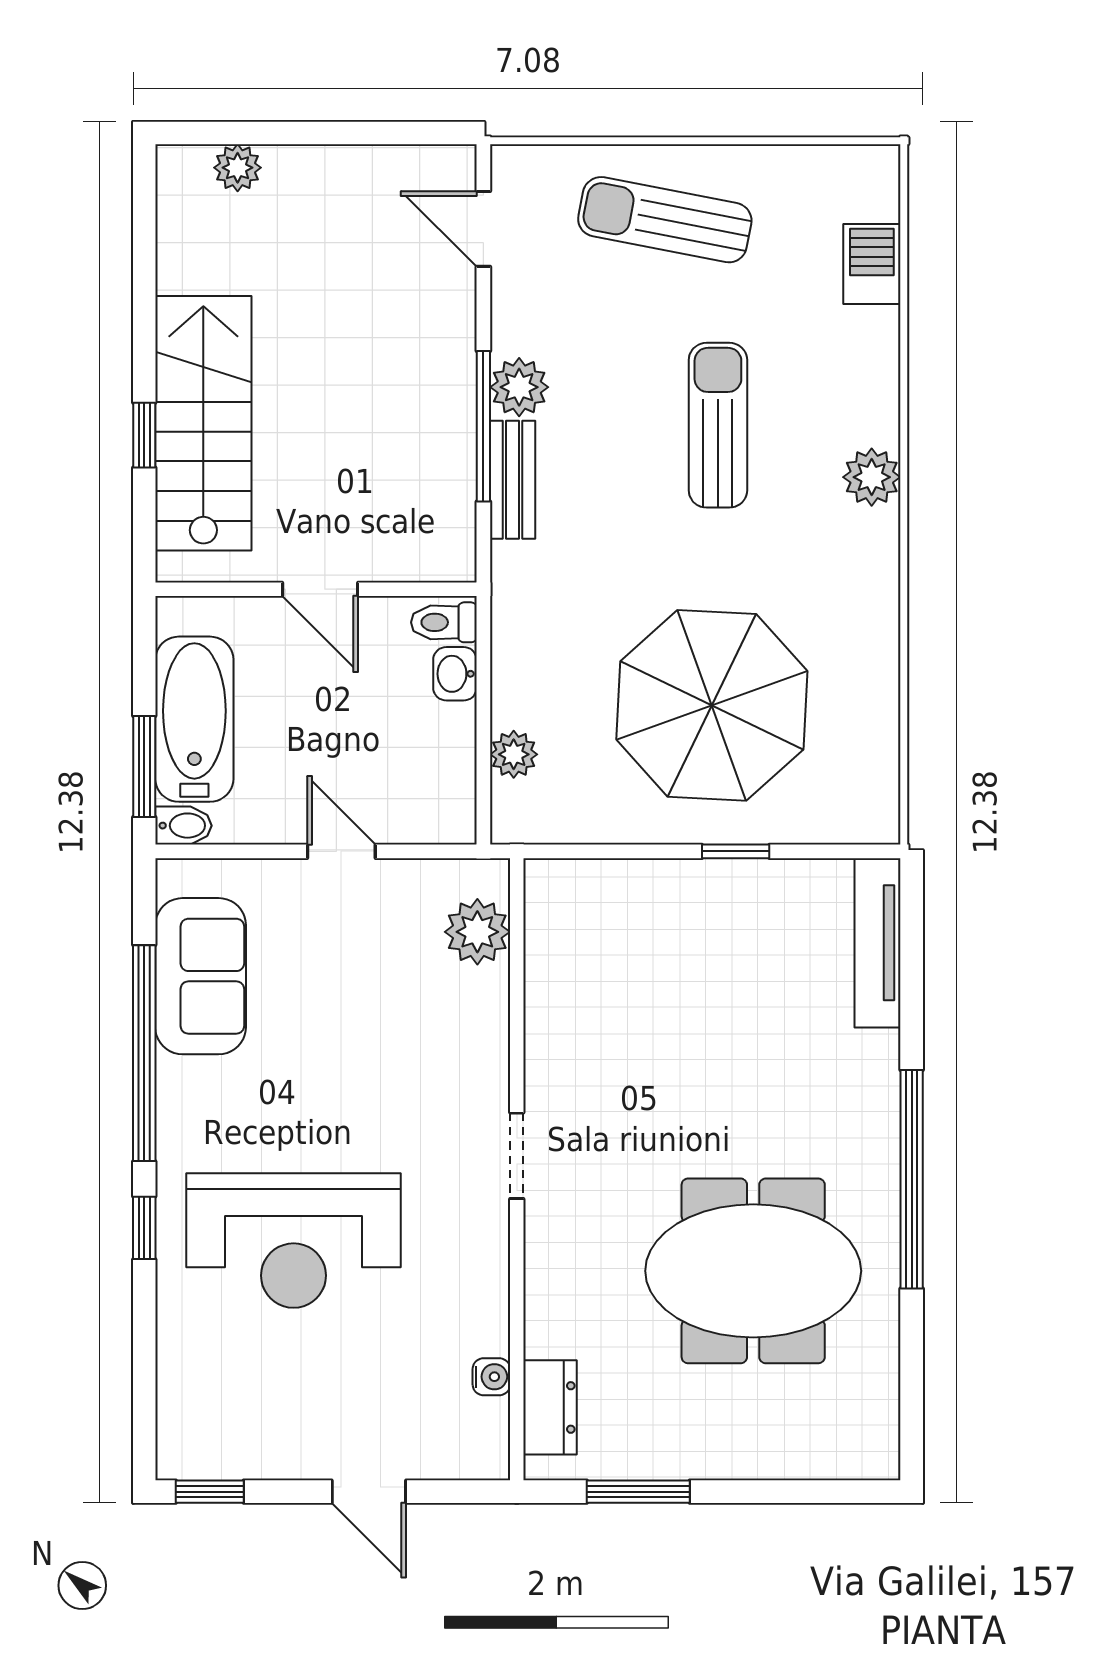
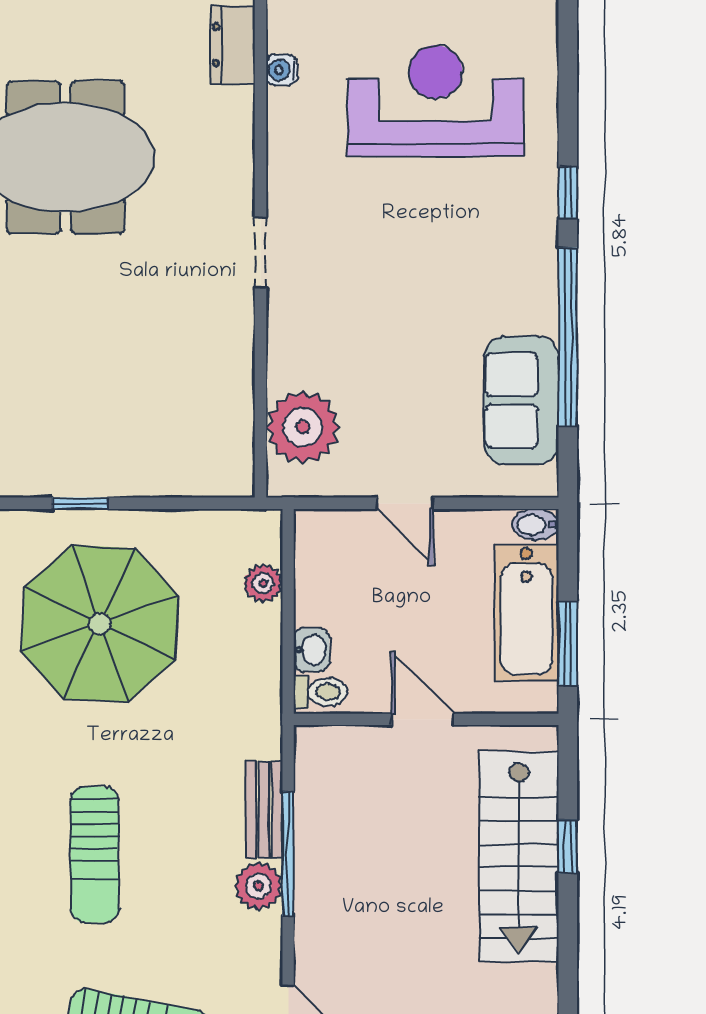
window: (144, 767) -> (568, 644), moved
plant: (477, 932) -> (303, 427), width x1.36, depth x1.36
reception desk: (294, 1240) -> (436, 101), moved

